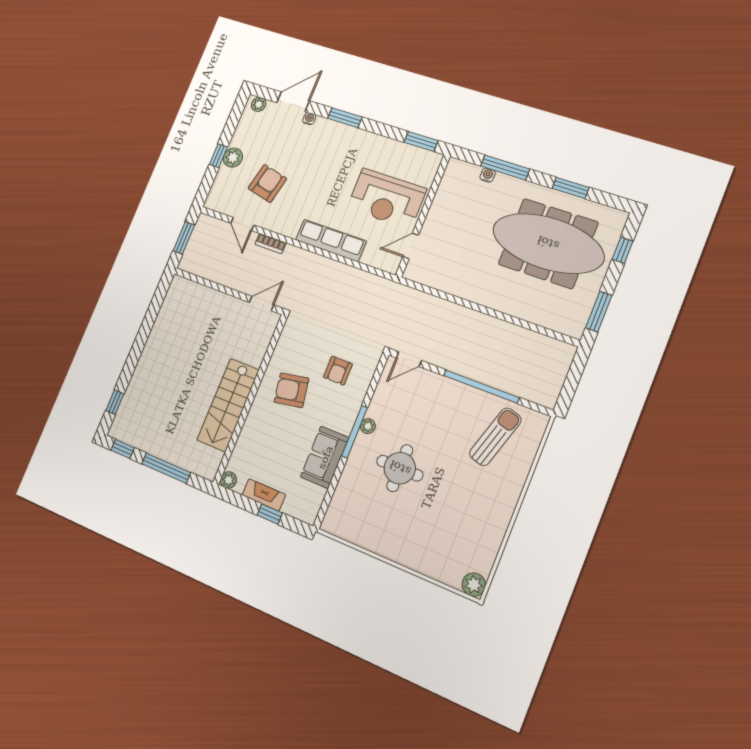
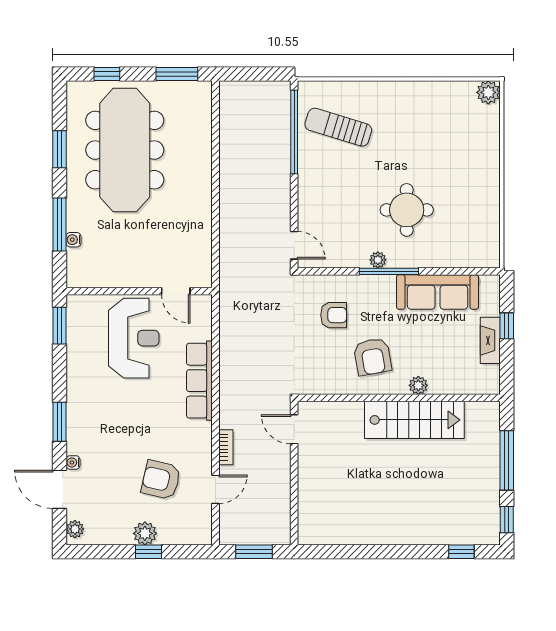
window: (481, 387) -> (294, 132), moved
sofa: (325, 457) -> (438, 292), width x1.36
plant: (228, 480) -> (418, 385), moved

